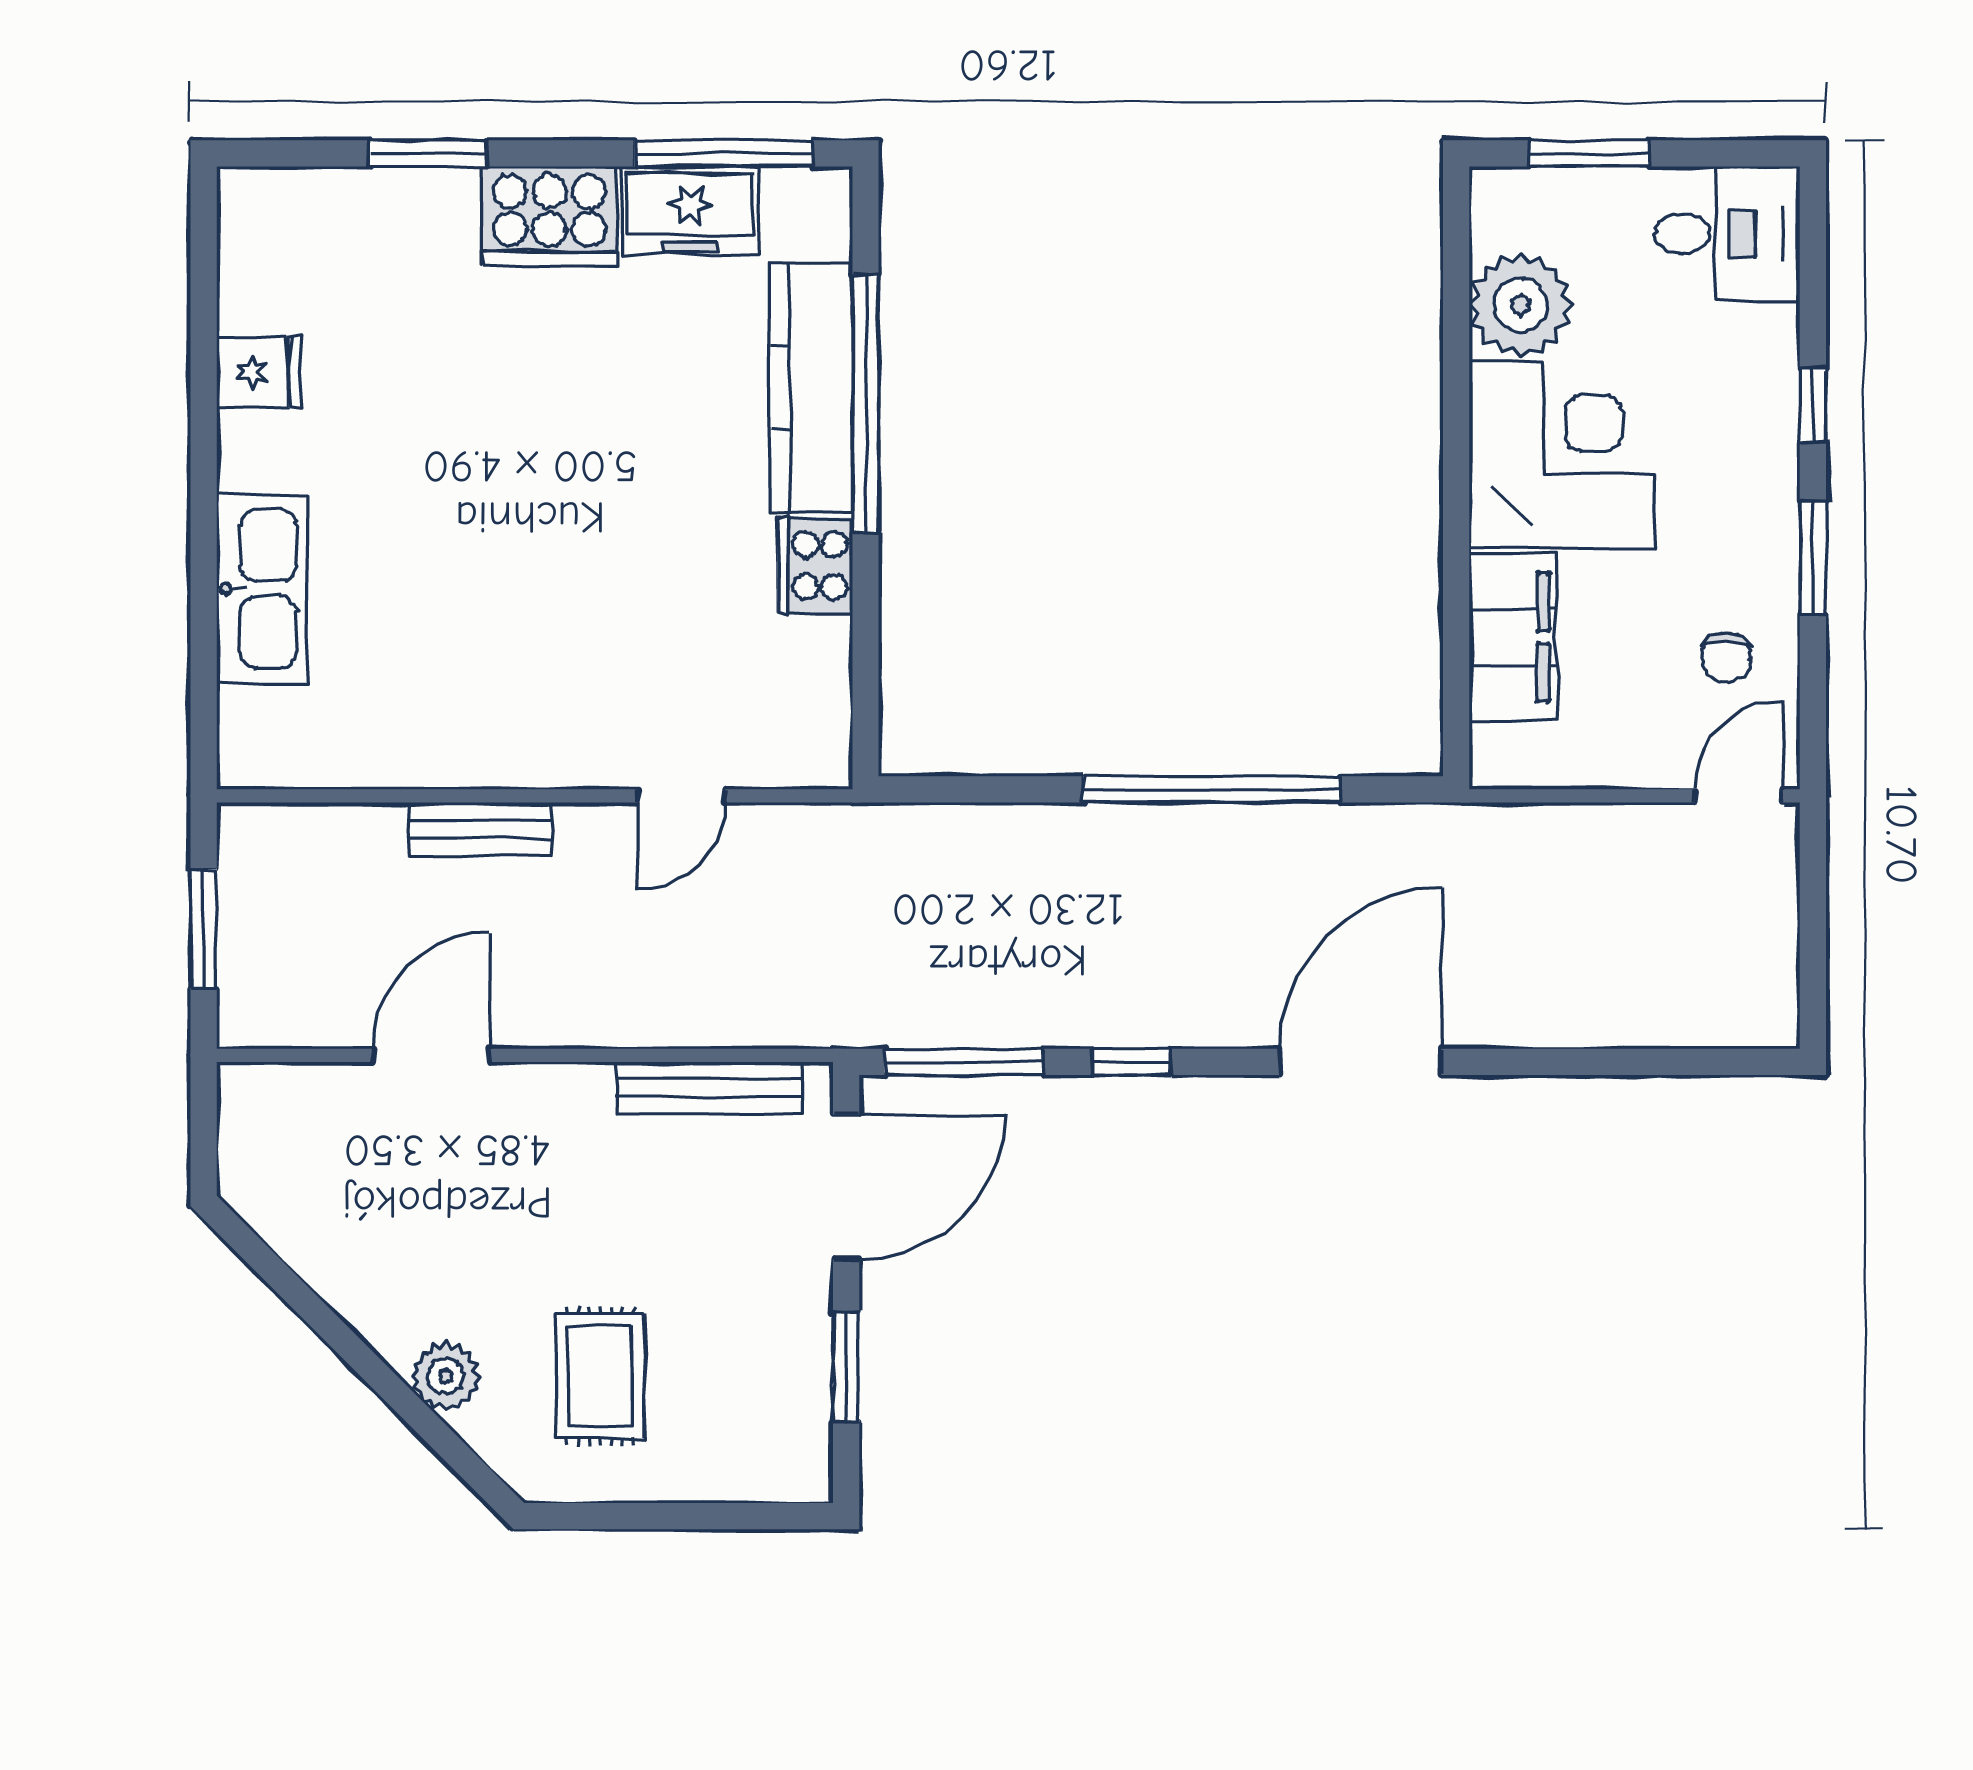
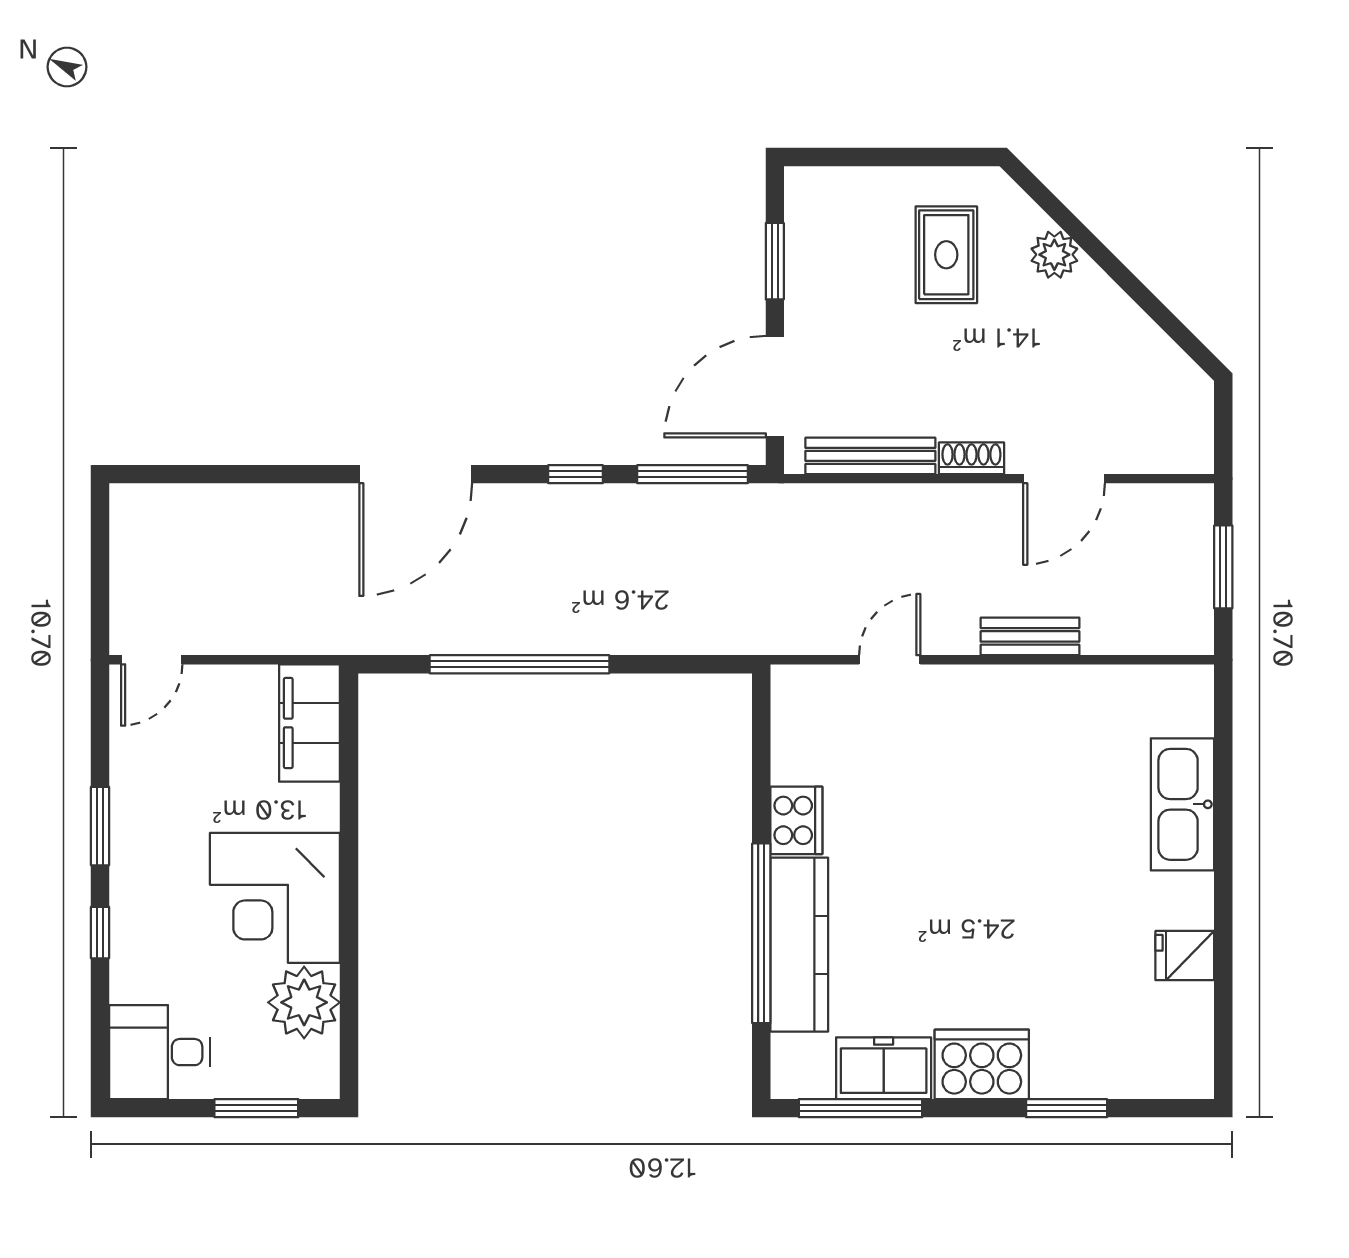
filing cabinet: (1513, 637) -> (310, 723), moved
chair: (1726, 657) -> (160, 757), removed
shoe rack: (564, 1085) -> (971, 458), added

